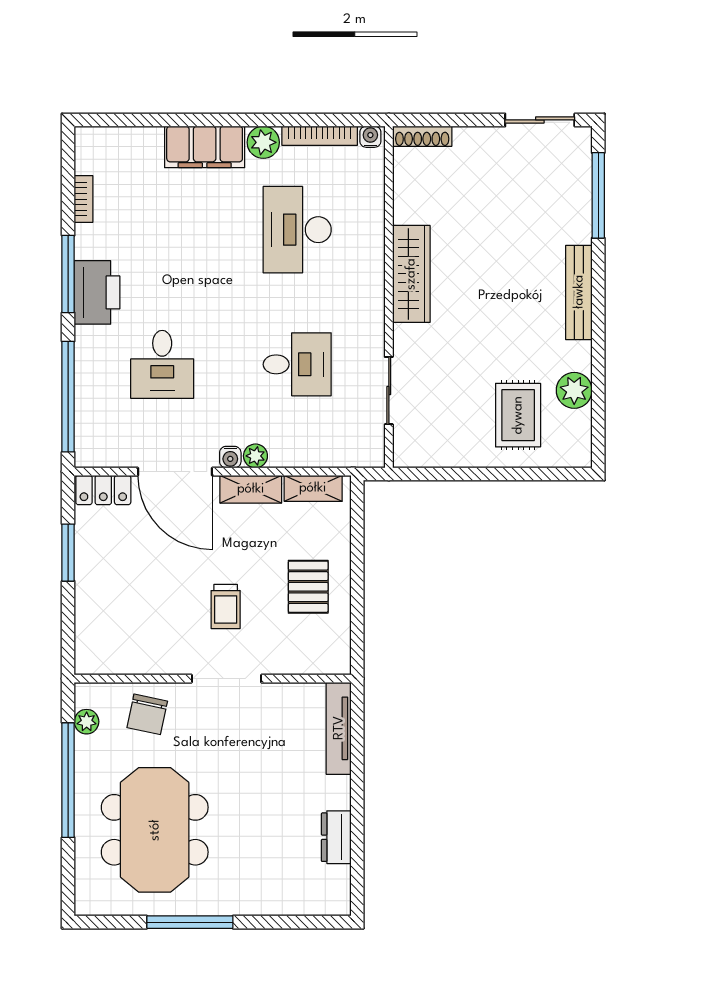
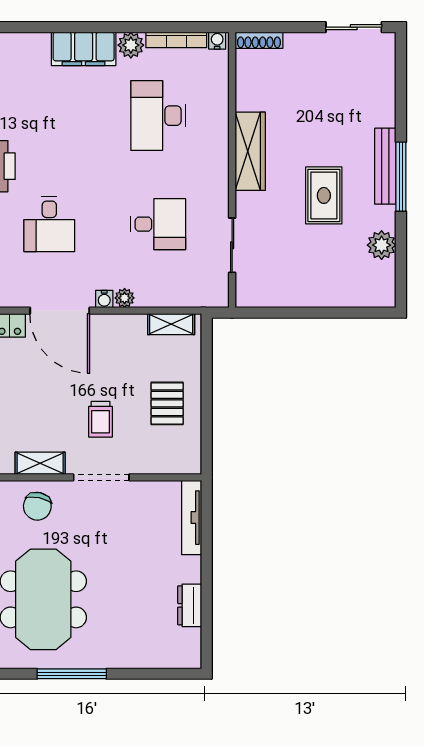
window: (598, 195) -> (401, 177), moved
rug: (518, 415) -> (324, 195), moved
shelving: (251, 489) -> (40, 463), moved

